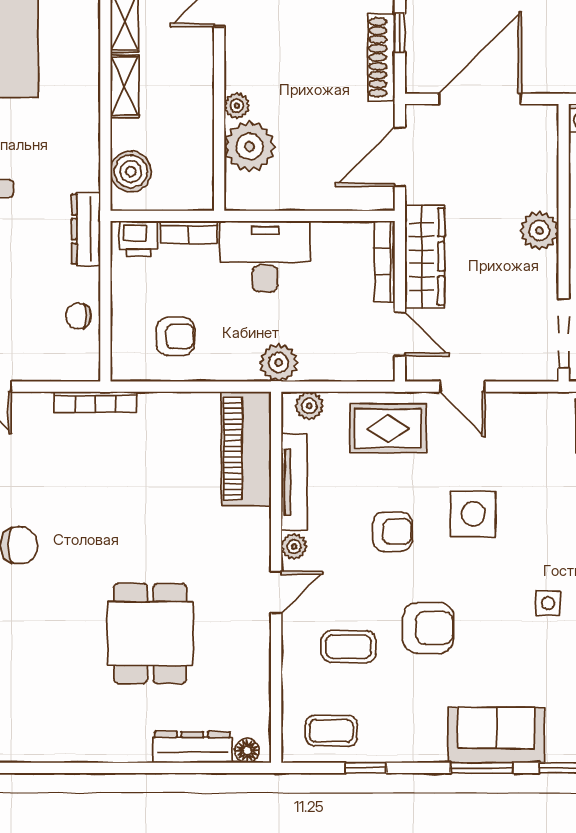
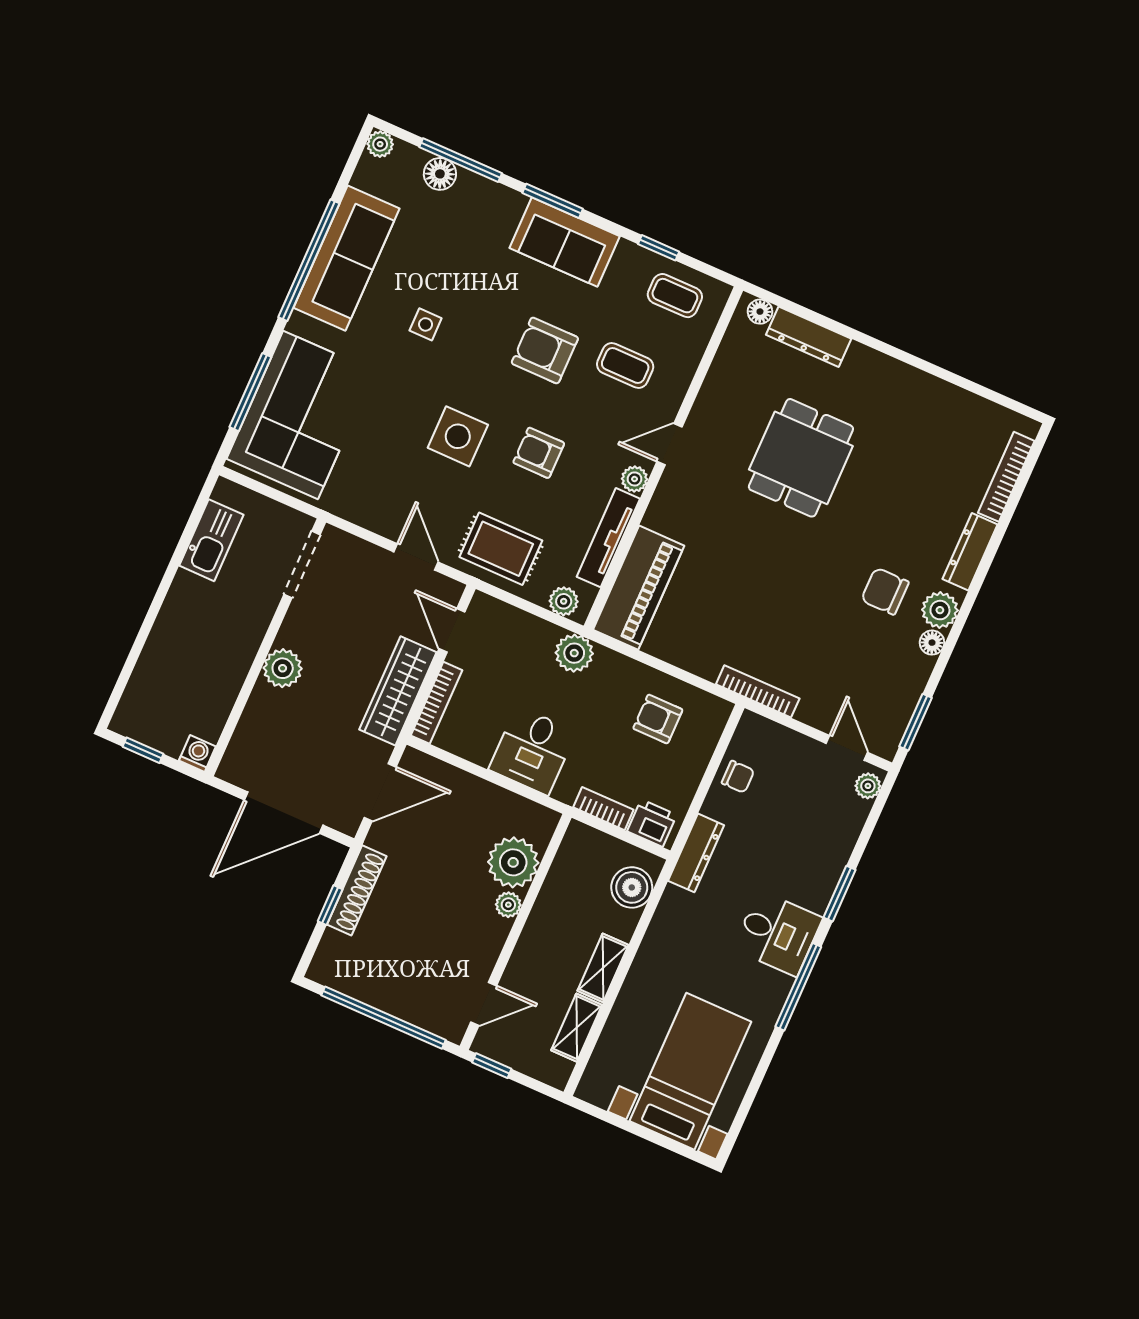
desk: (265, 256) -> (532, 751), width x0.73
sofa: (496, 735) -> (565, 242), moved

